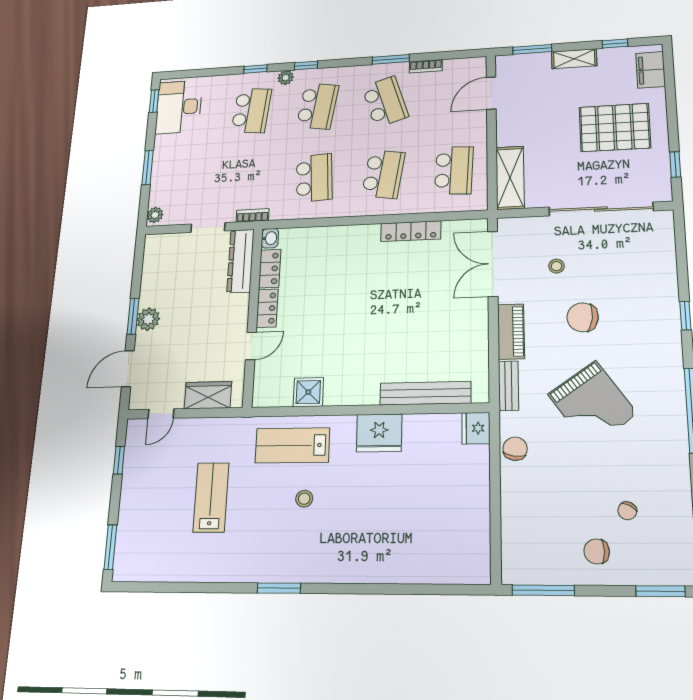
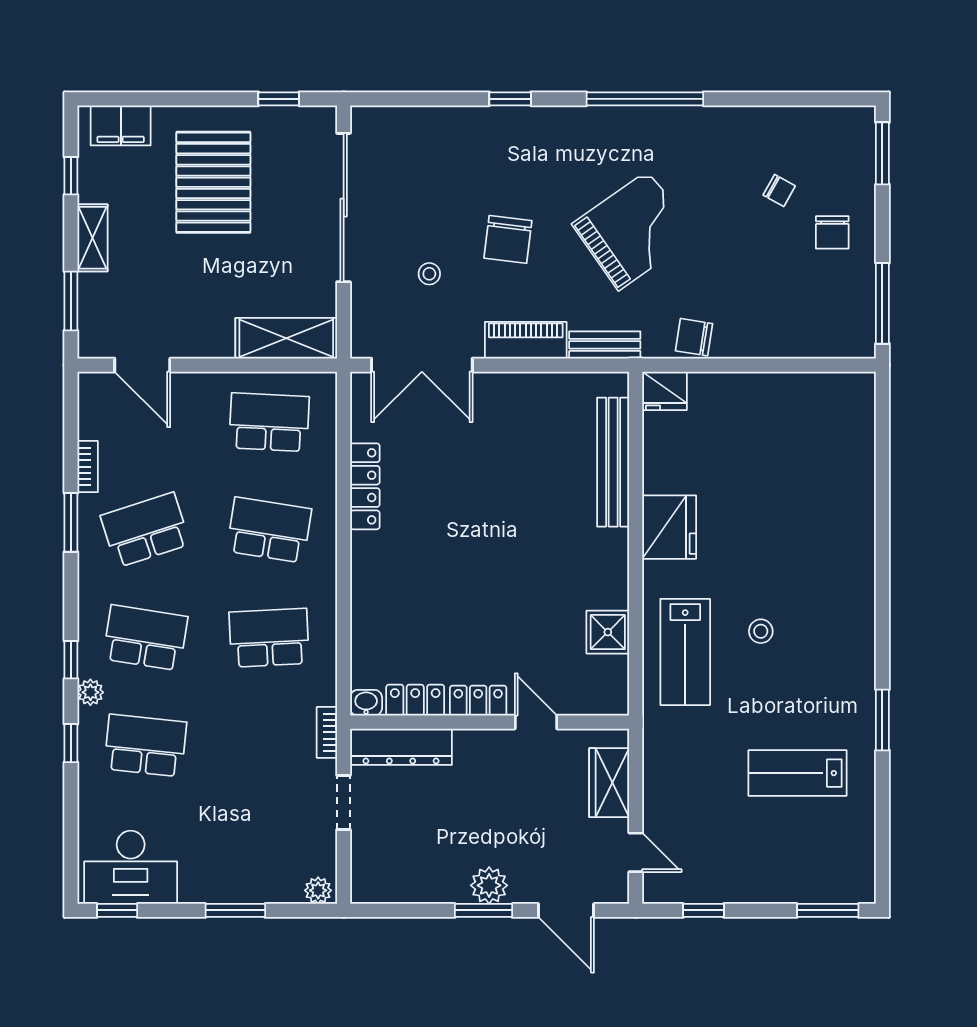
lab bench: (211, 497) -> (797, 773), moved
window: (279, 588) -> (882, 720), moved

